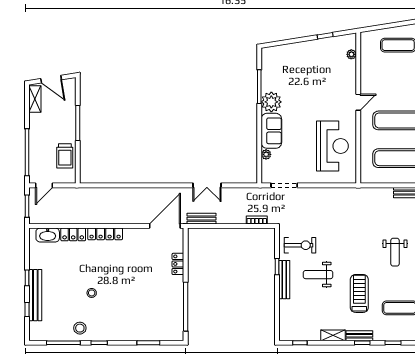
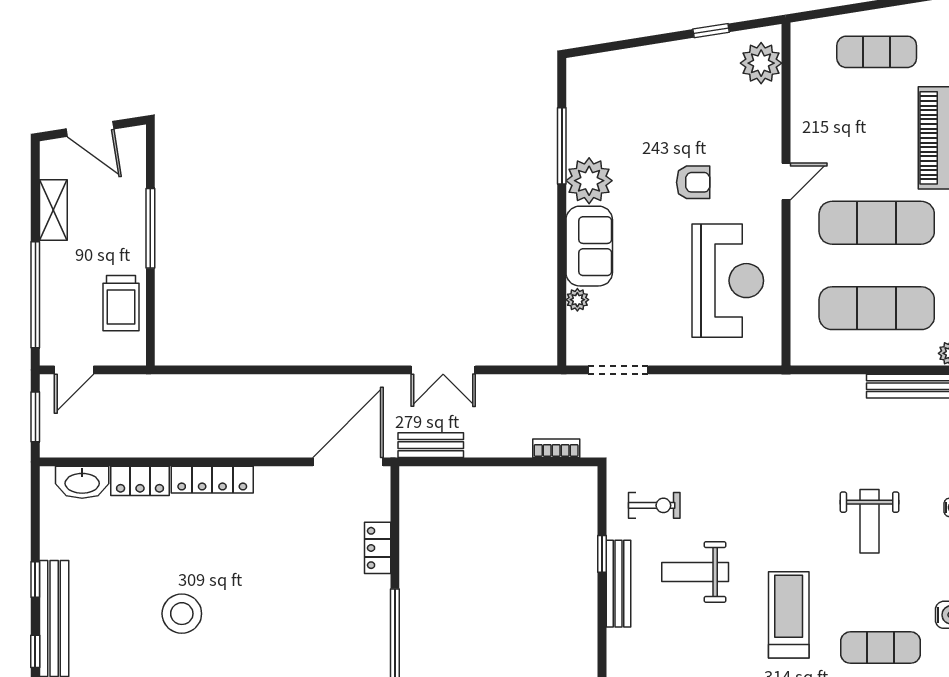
plant: (351, 54) -> (761, 63), width x1.87, depth x1.87
shelving: (35, 99) -> (53, 210), moved
armchair: (317, 103) -> (693, 182), added
exercise bike: (300, 245) -> (654, 505), width x0.73, depth x0.72
stool: (92, 293) -> (182, 614), width x1.89, depth x1.89

